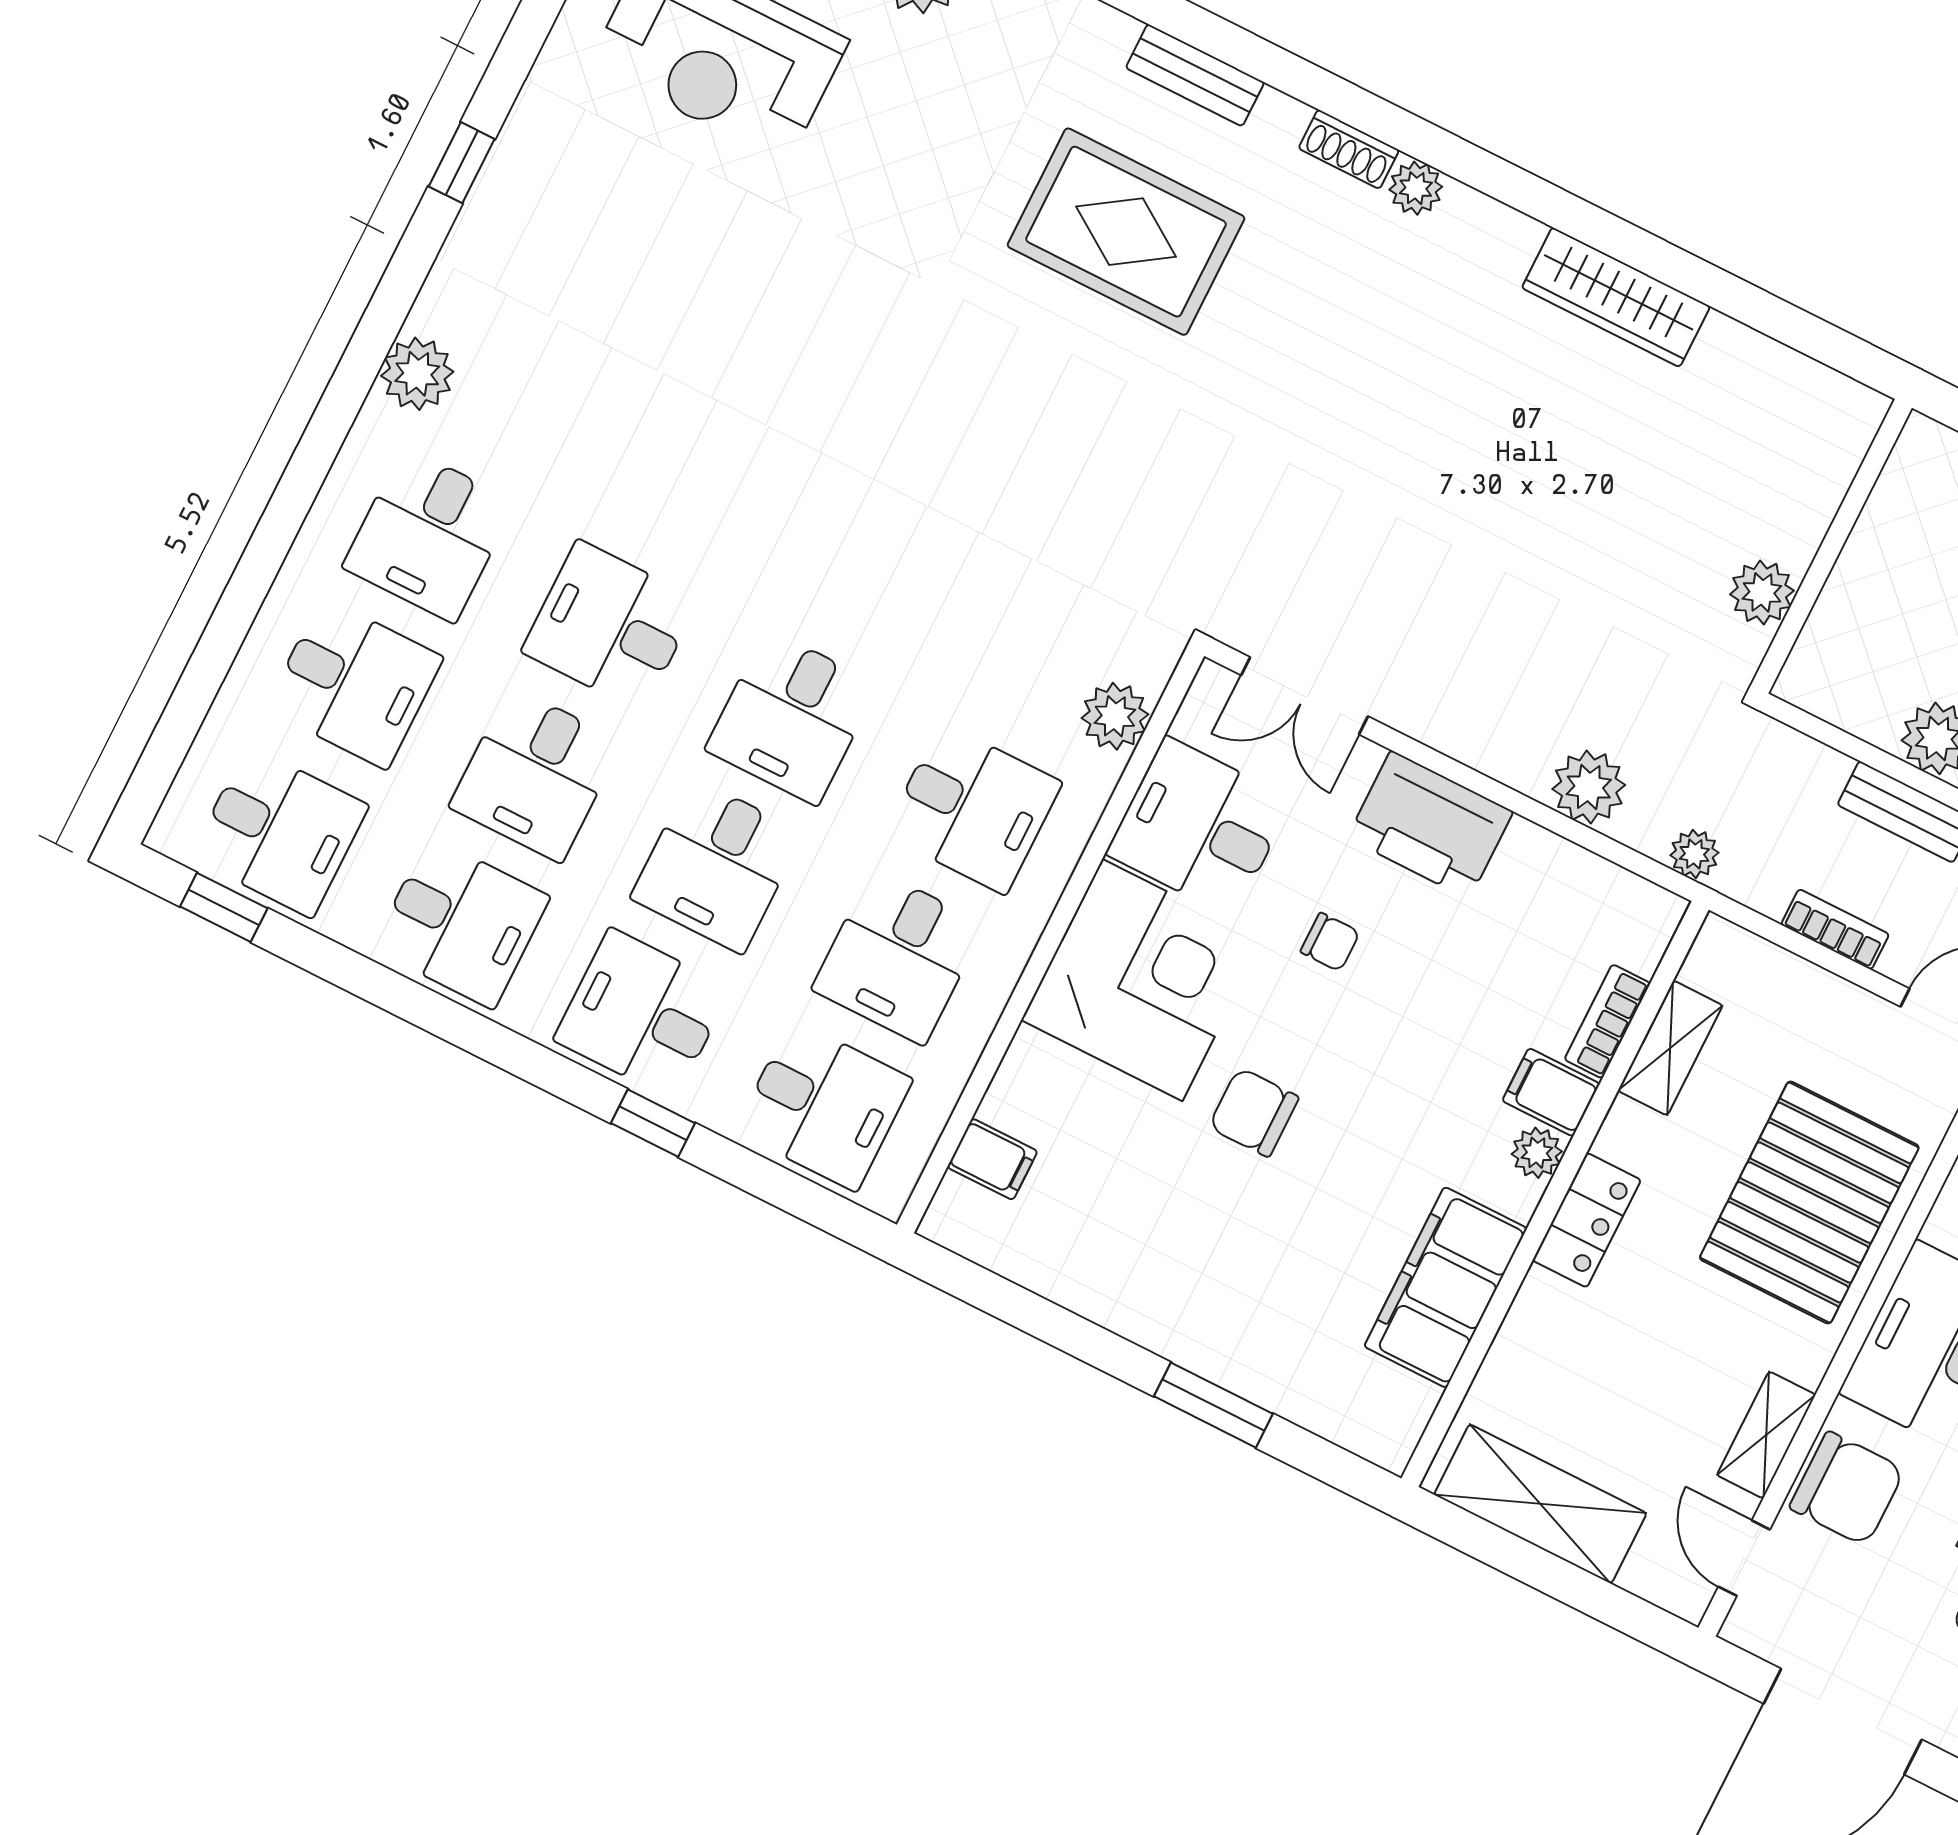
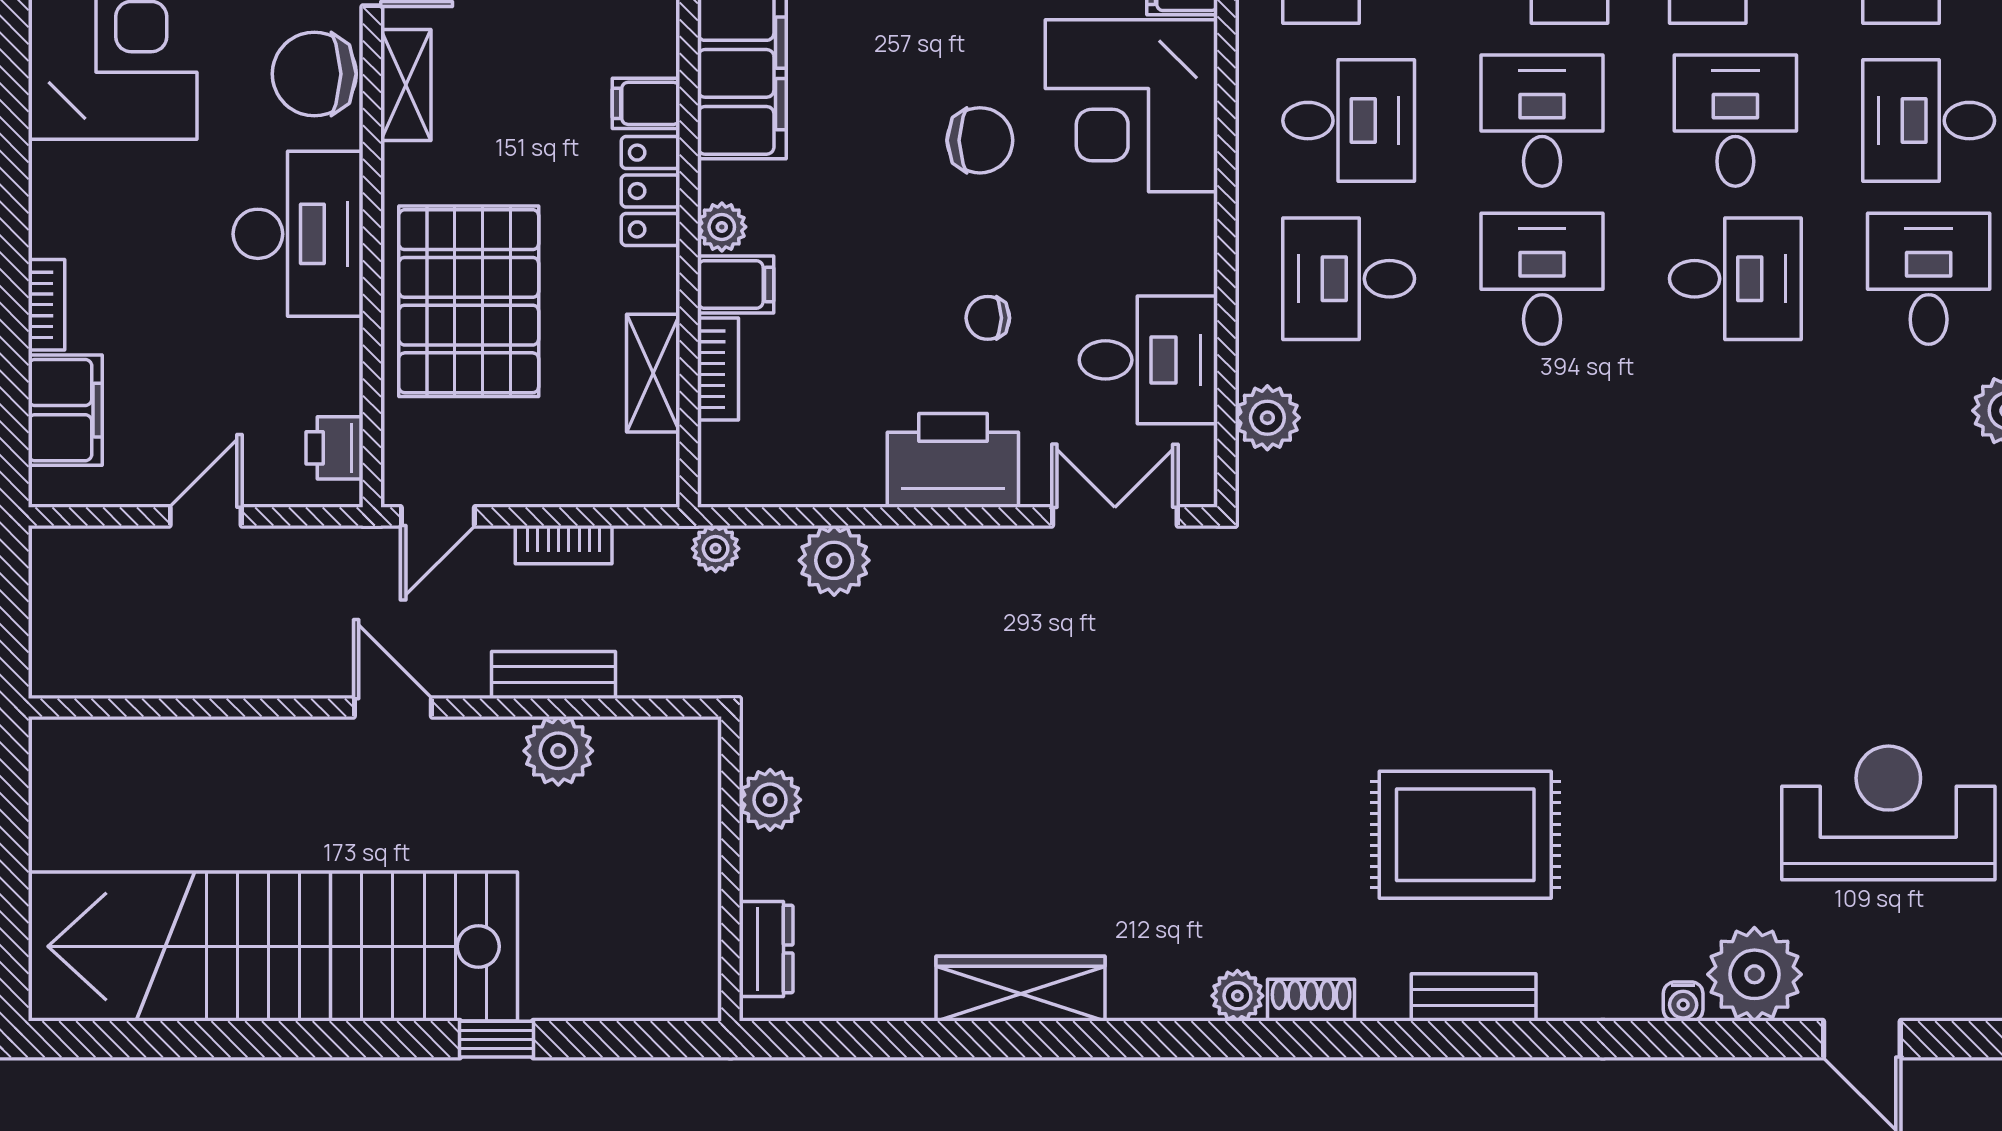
dresser: (1836, 454) -> (766, 949), added
desk: (898, 957) -> (1349, 121), turned 90
corner desk: (1142, 980) -> (1131, 106), moved
filing cabinet: (1550, 1304) -> (646, 103), added

